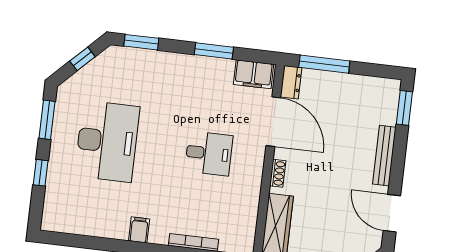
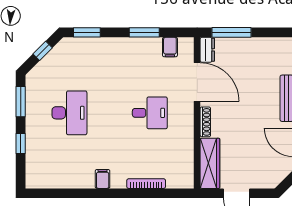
filing cabinet: (254, 74) -> (170, 47), width x0.50
desk: (107, 141) -> (69, 113), width x0.73, depth x0.77
shoe rack: (278, 173) -> (205, 122), width x1.43

